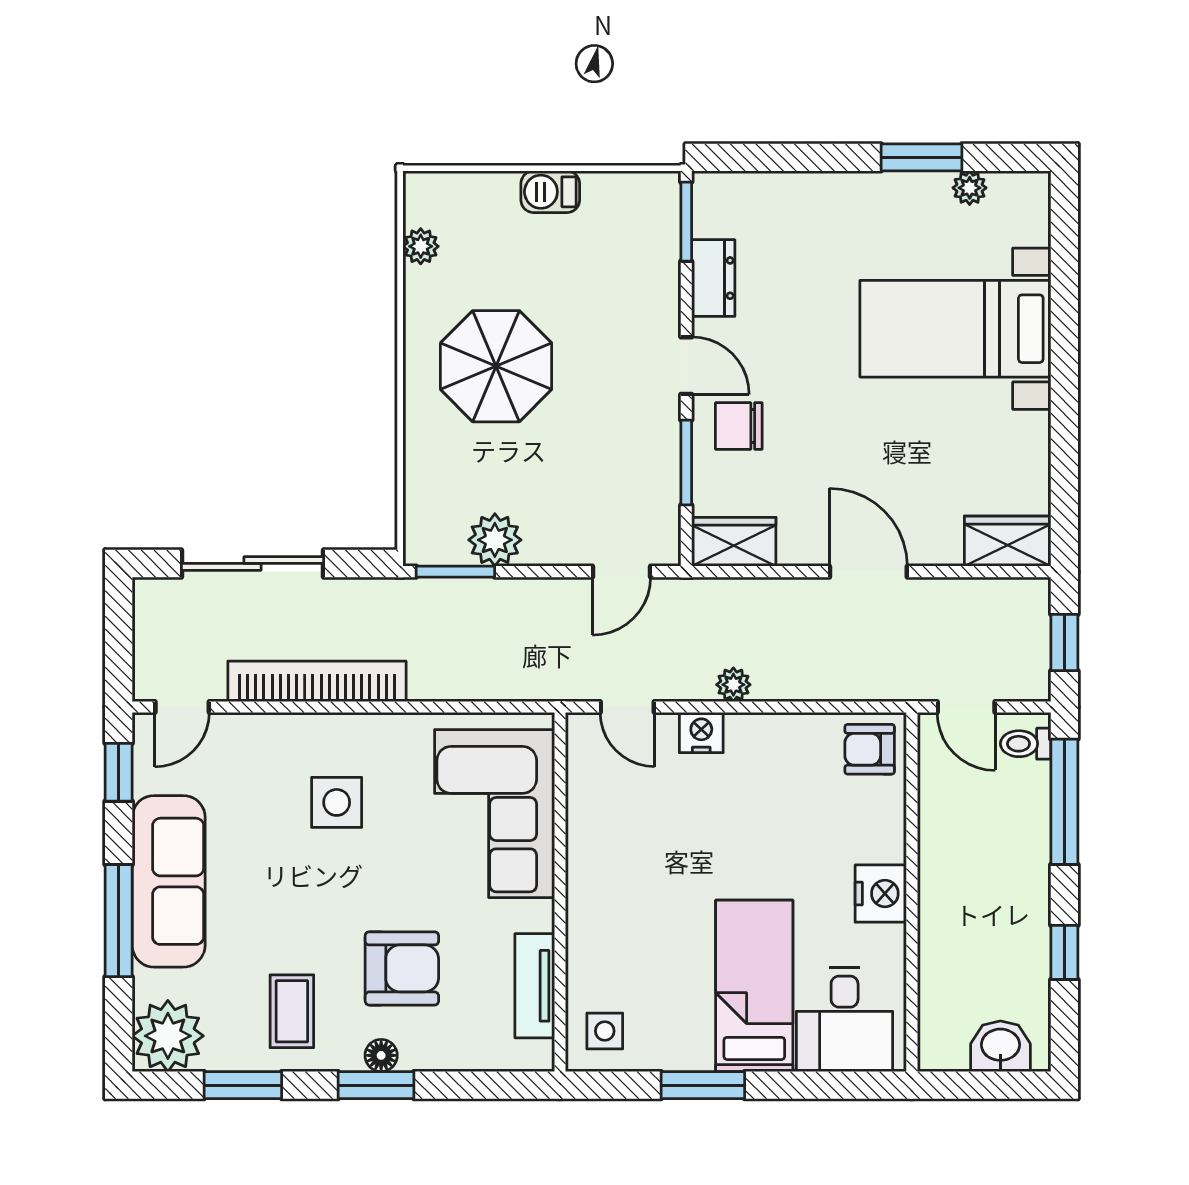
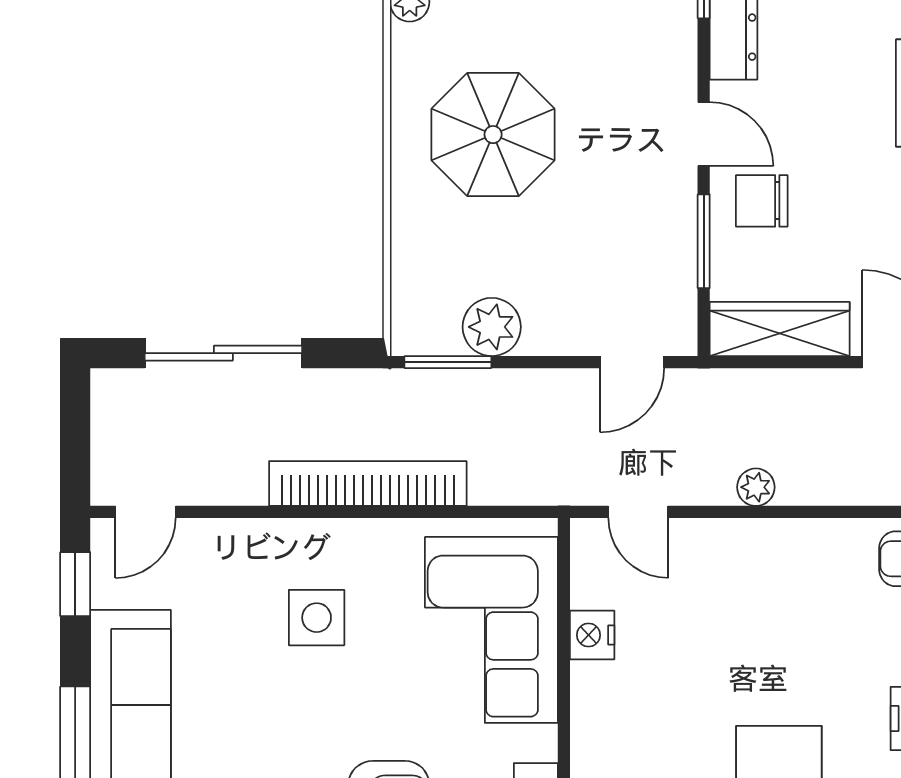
wardrobe: (734, 542) -> (780, 329), width x1.50
bookcase: (317, 681) -> (368, 484), moved
nightstand: (701, 733) -> (592, 635), moved, turned -90

